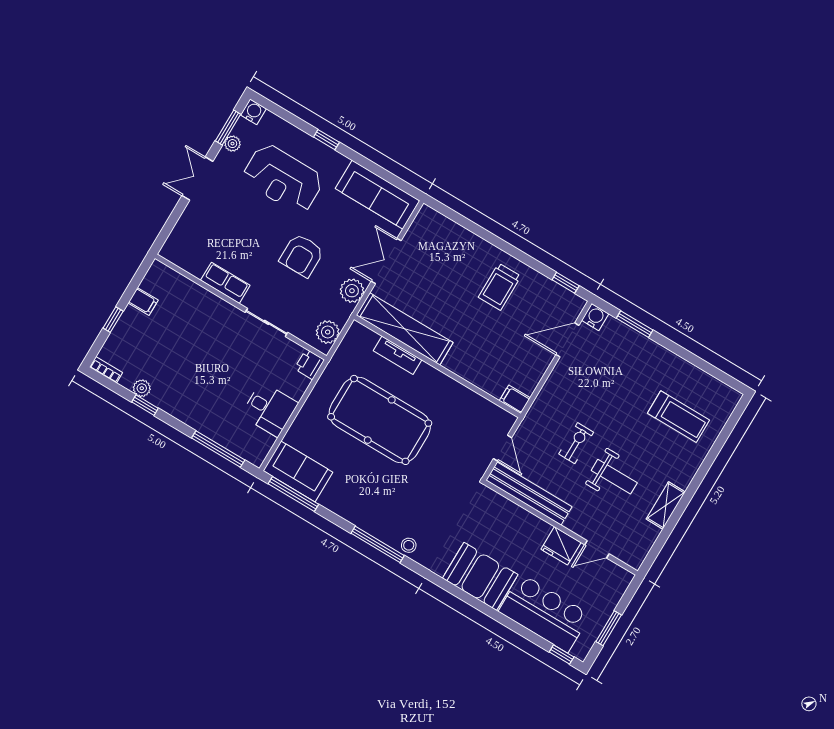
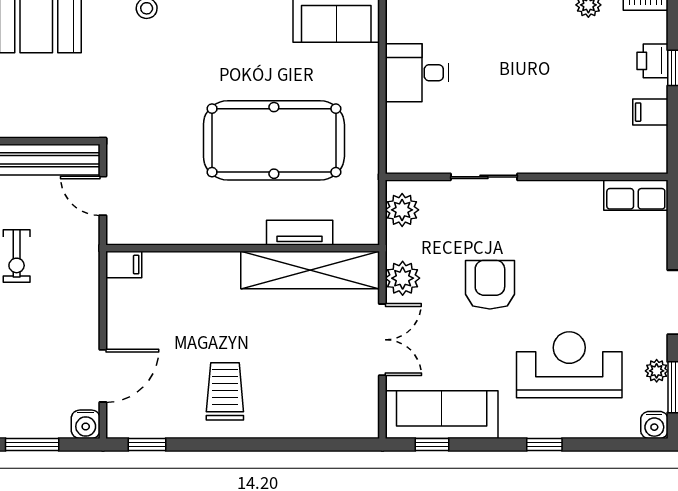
window: (394, 180) -> (432, 444), added
row of seats: (225, 283) -> (636, 195), moved
printer: (309, 364) -> (653, 61), moved, turned 180

